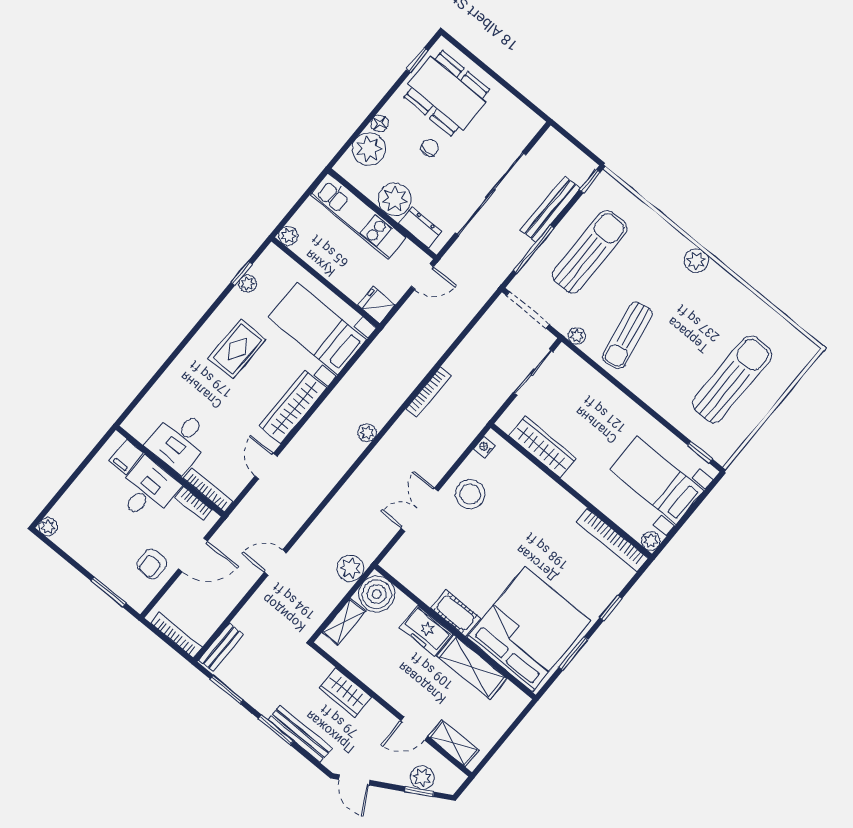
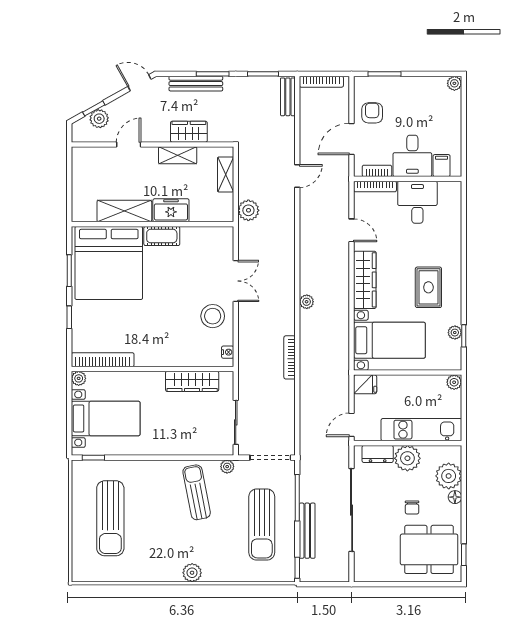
boiler: (377, 594) -> (219, 208), removed
shelving: (454, 743) -> (178, 155), moved

